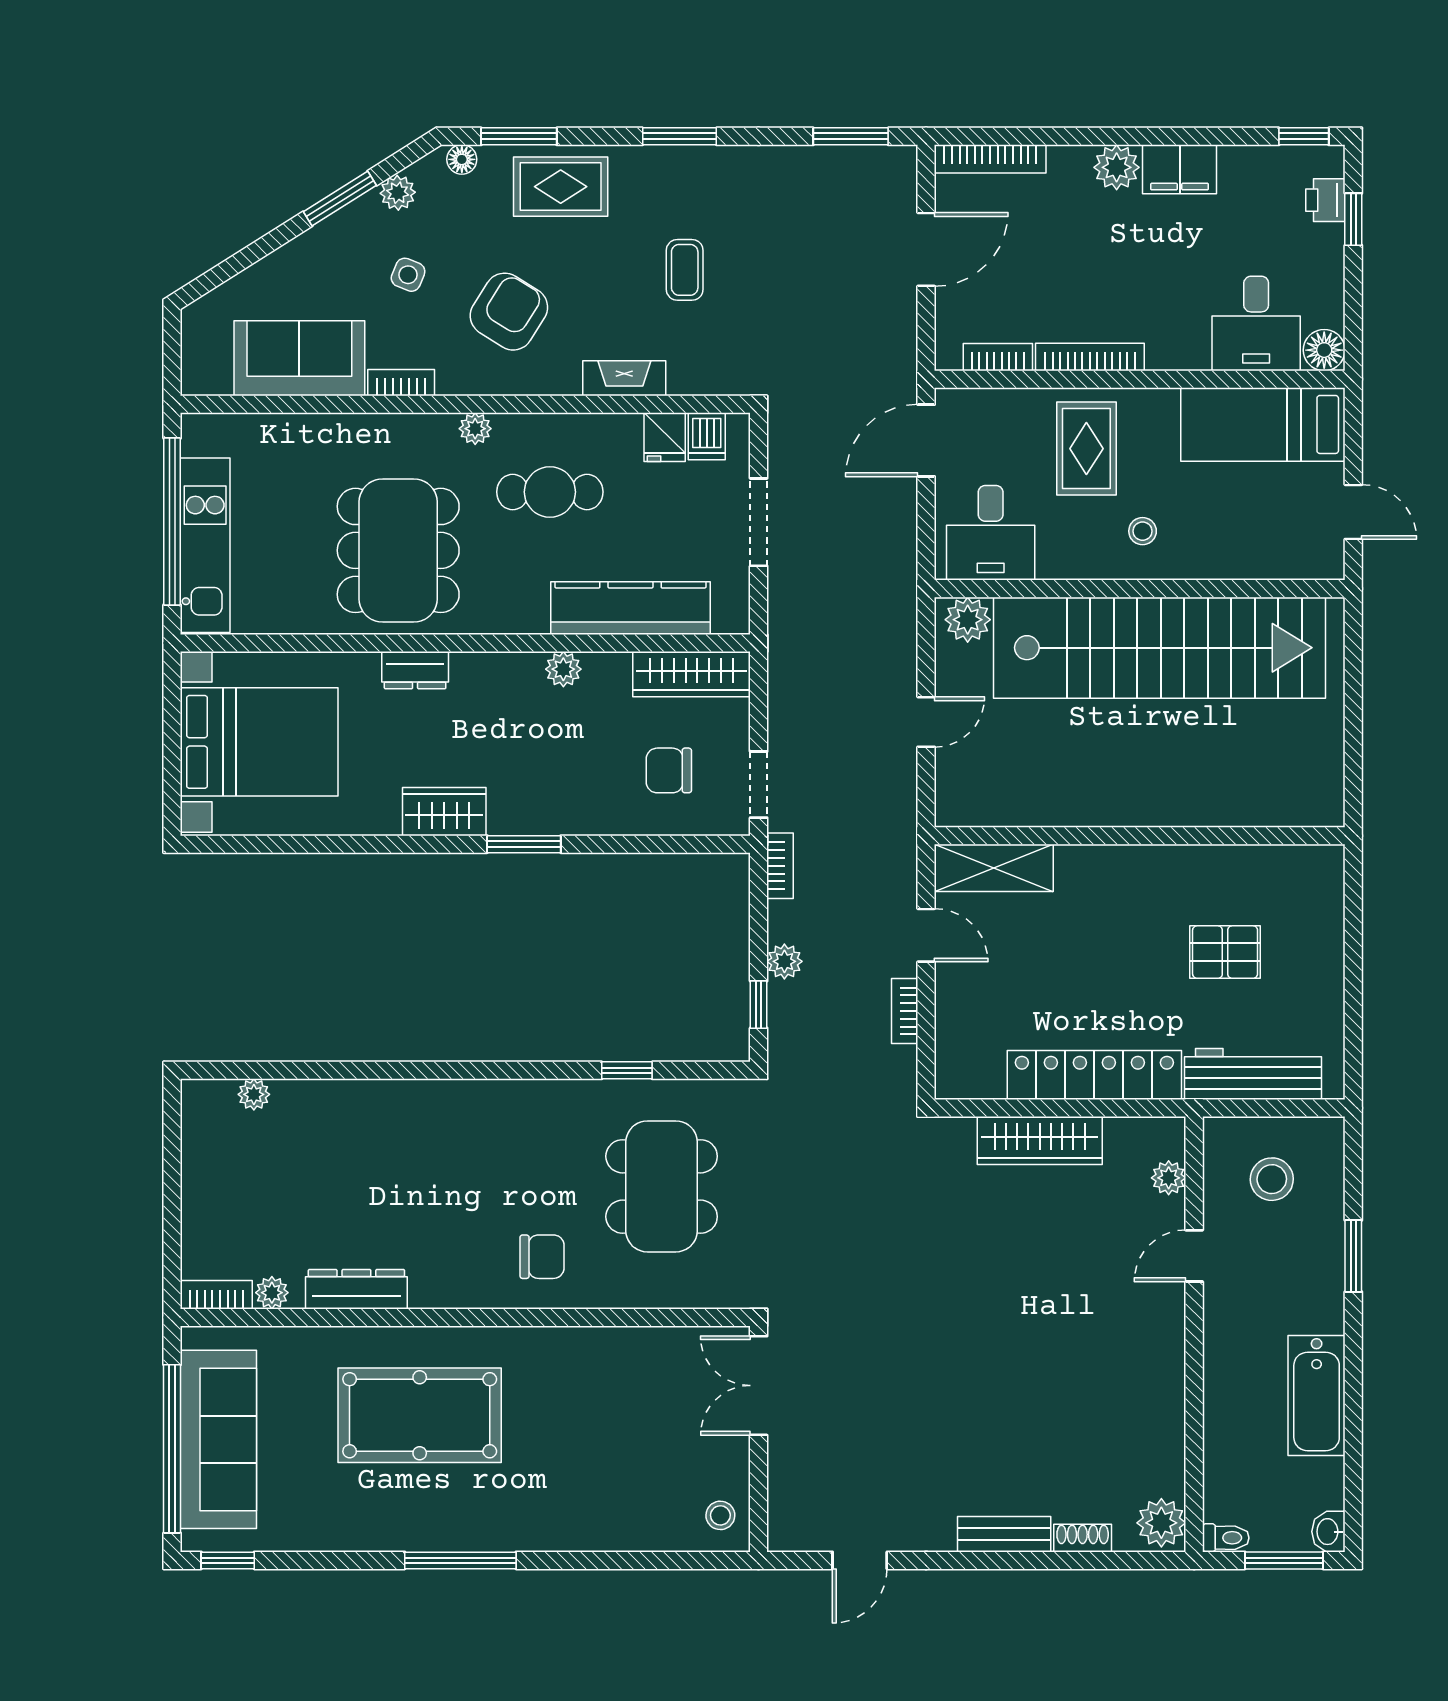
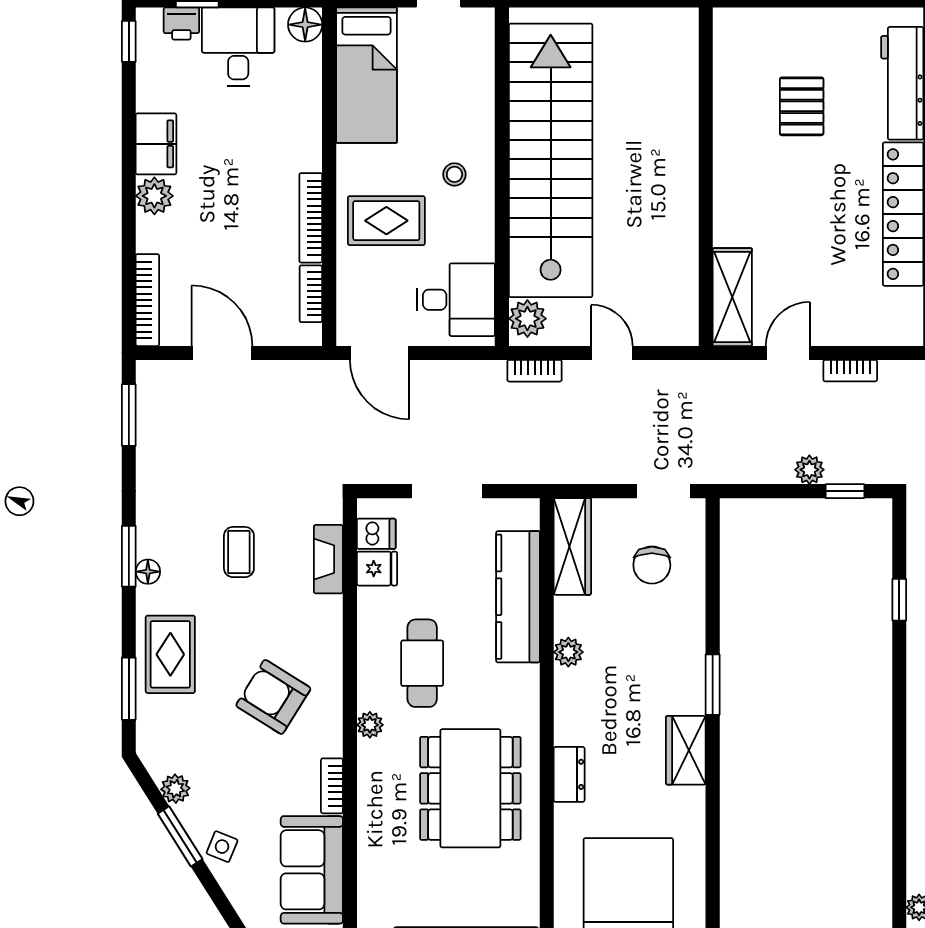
floor lamp: (462, 159) -> (148, 572), moved
coffee table: (685, 270) -> (239, 552), turned 90
side table: (408, 275) -> (222, 847), moved
desk: (1256, 323) -> (238, 47), moved, turned -90
fireplace: (624, 378) -> (328, 559), moved
dining table: (398, 550) -> (470, 788), turned 90
bookcase: (780, 866) -> (535, 371), moved, turned 180

